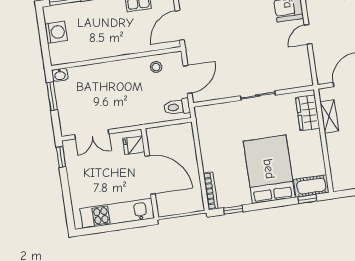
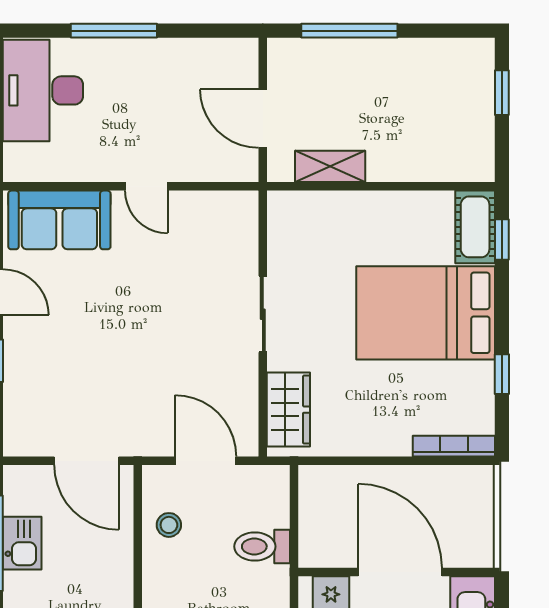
toilet: (177, 107) -> (262, 546), moved, turned 90
wardrobe: (308, 113) -> (288, 410), moved, turned -90
door: (150, 175) -> (400, 572), hinge flipped
window: (233, 210) -> (502, 374), moved

